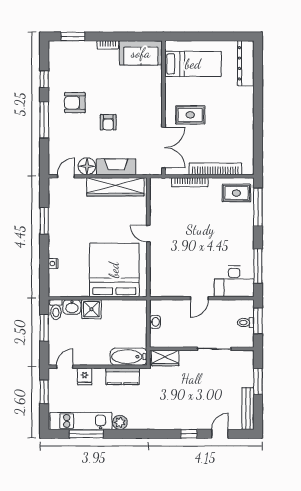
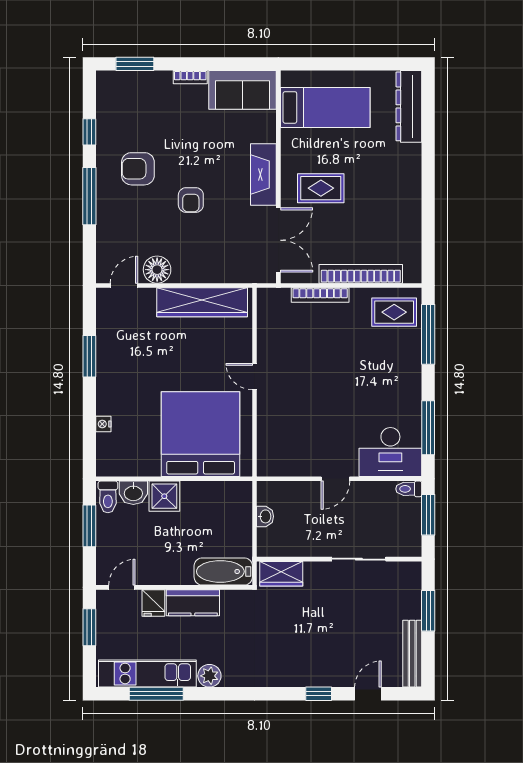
fireplace: (116, 167) -> (263, 174), moved, turned -90
toilet: (246, 323) -> (409, 489), moved
kitchen counter: (123, 376) -> (193, 603), moved

